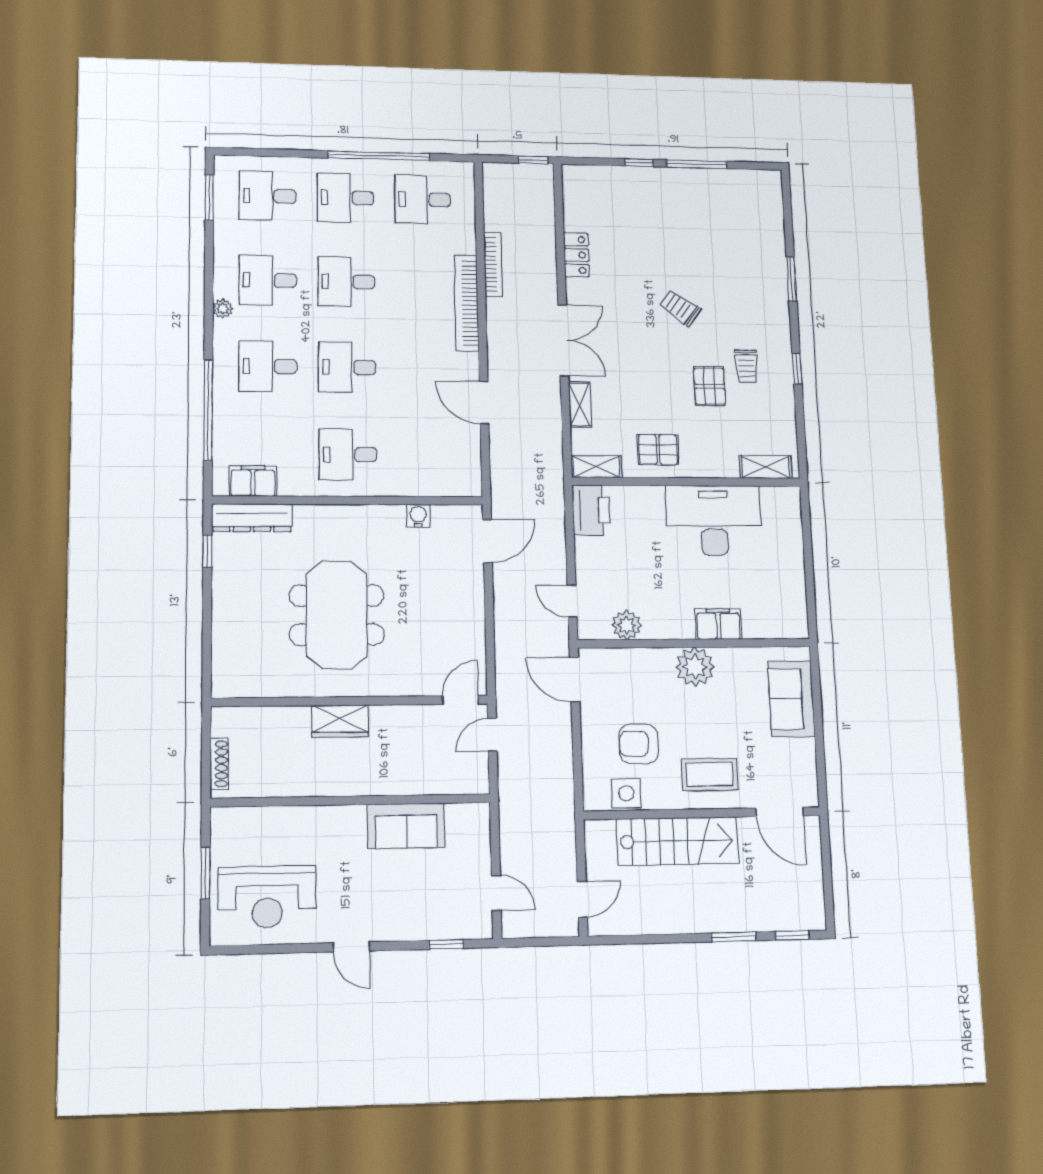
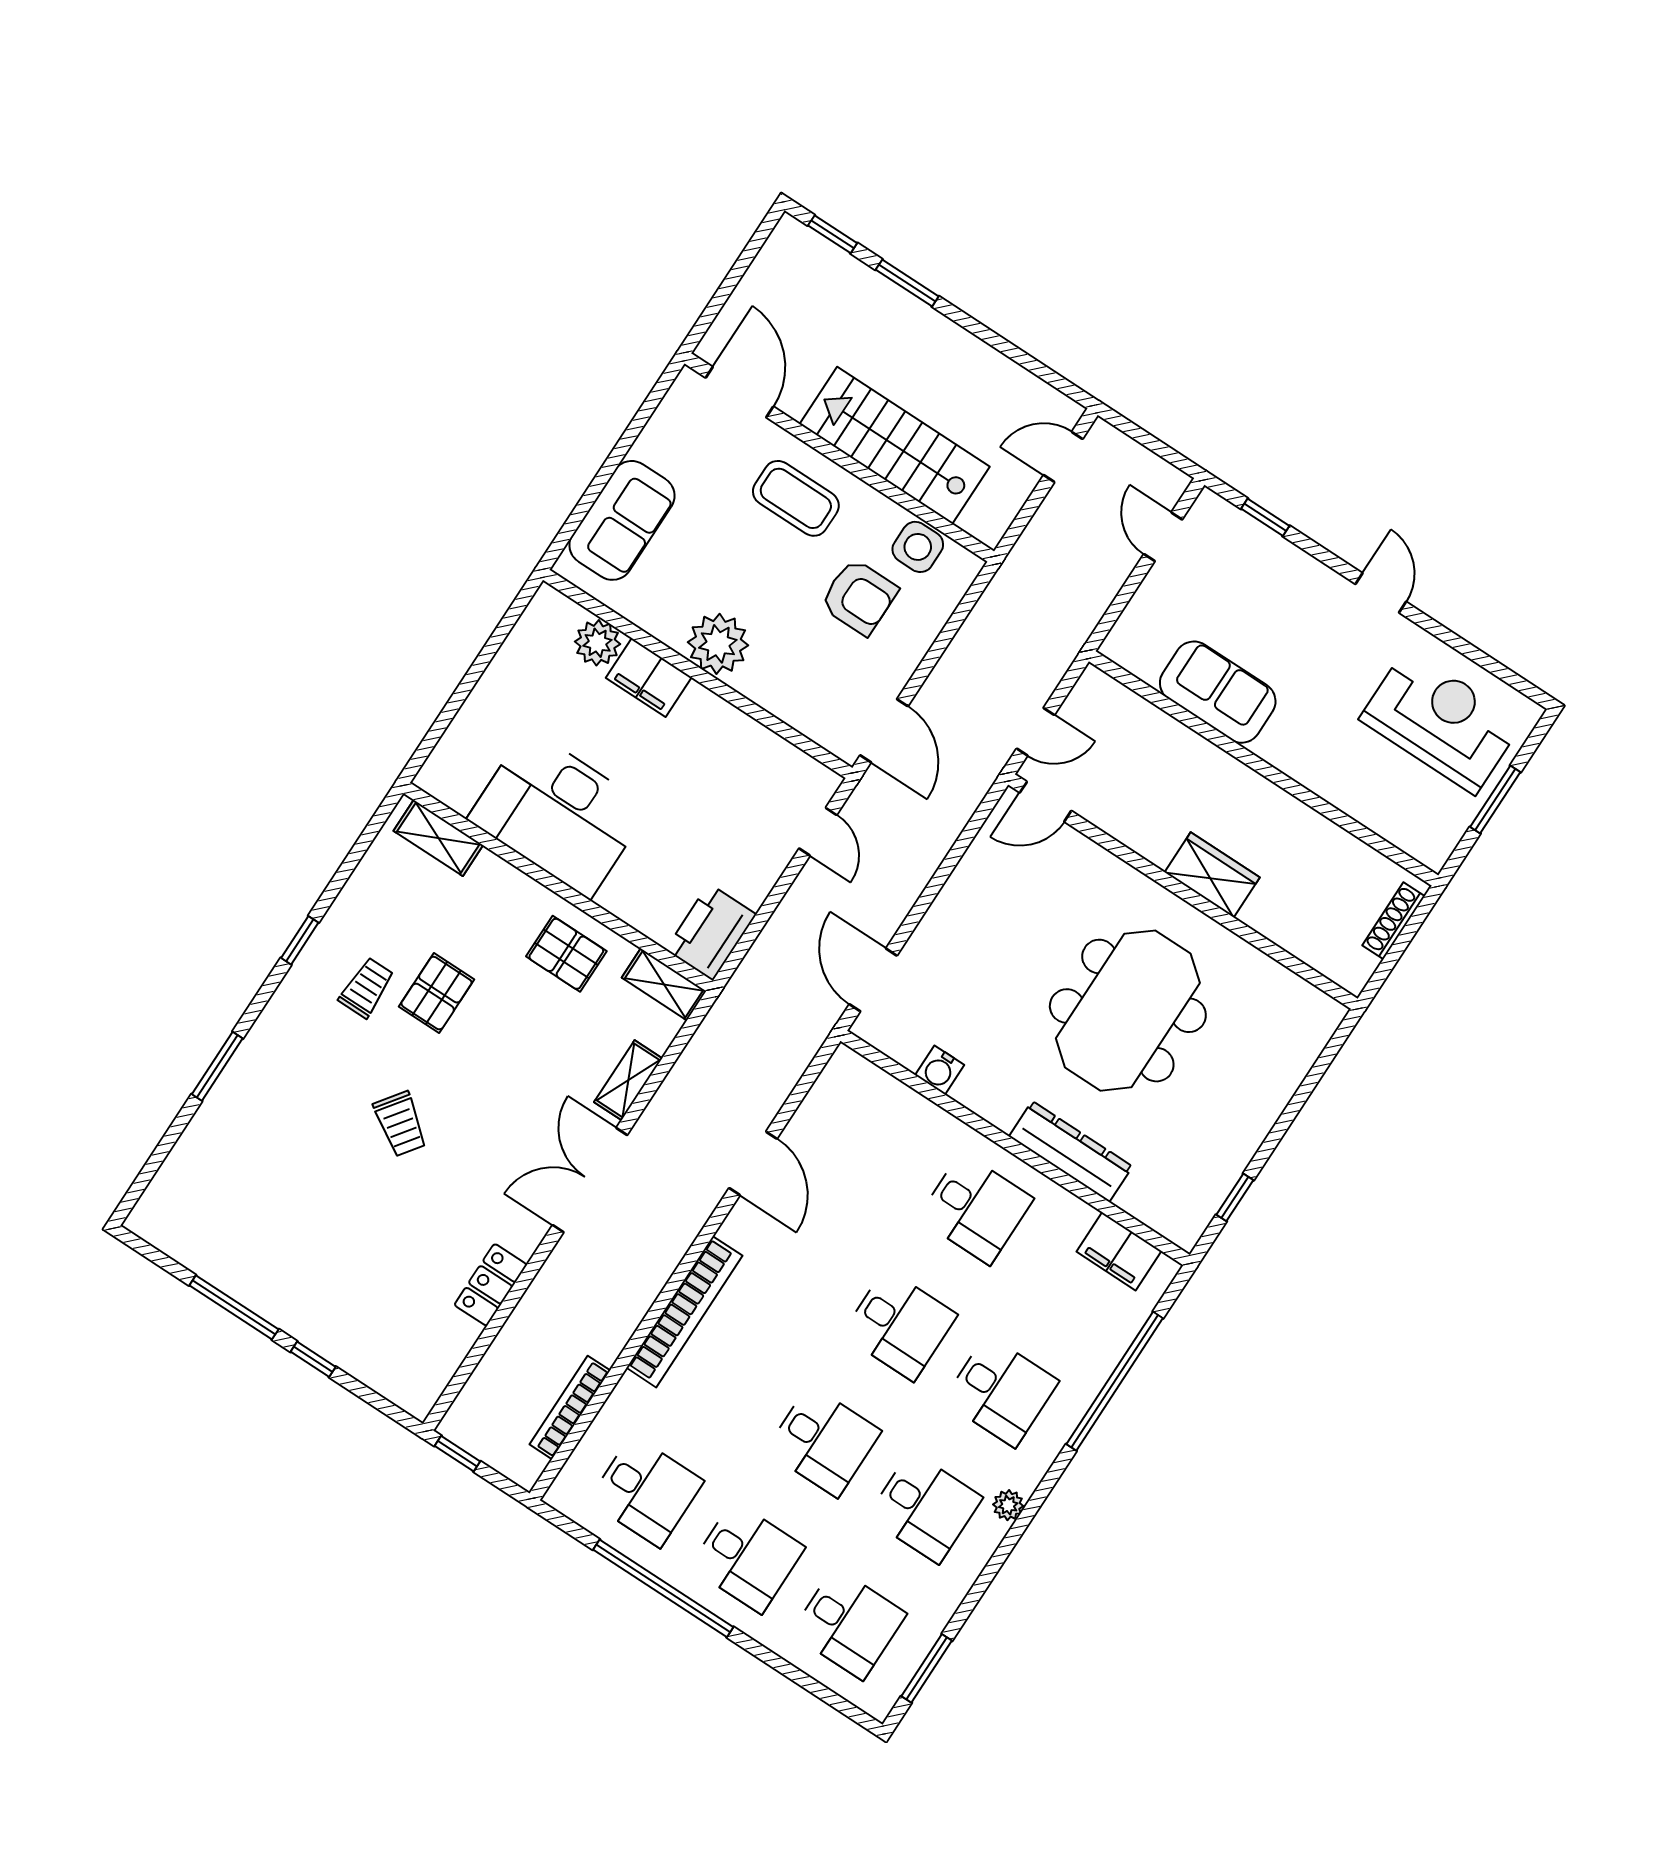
bookcase: (493, 264) -> (570, 1407), moved
dresser: (252, 518) -> (1071, 1152), moved
door: (487, 541) -> (873, 980), hinge flipped
plant: (627, 625) -> (598, 643), moved

